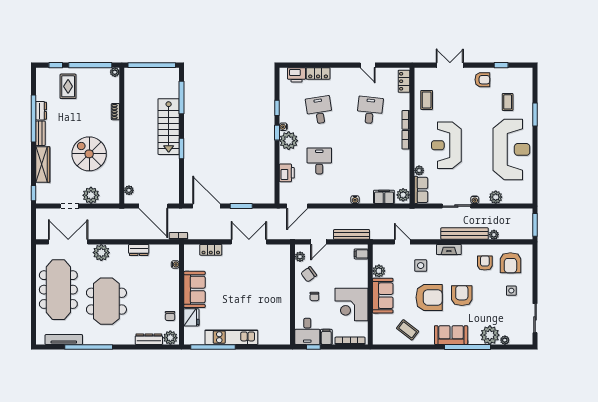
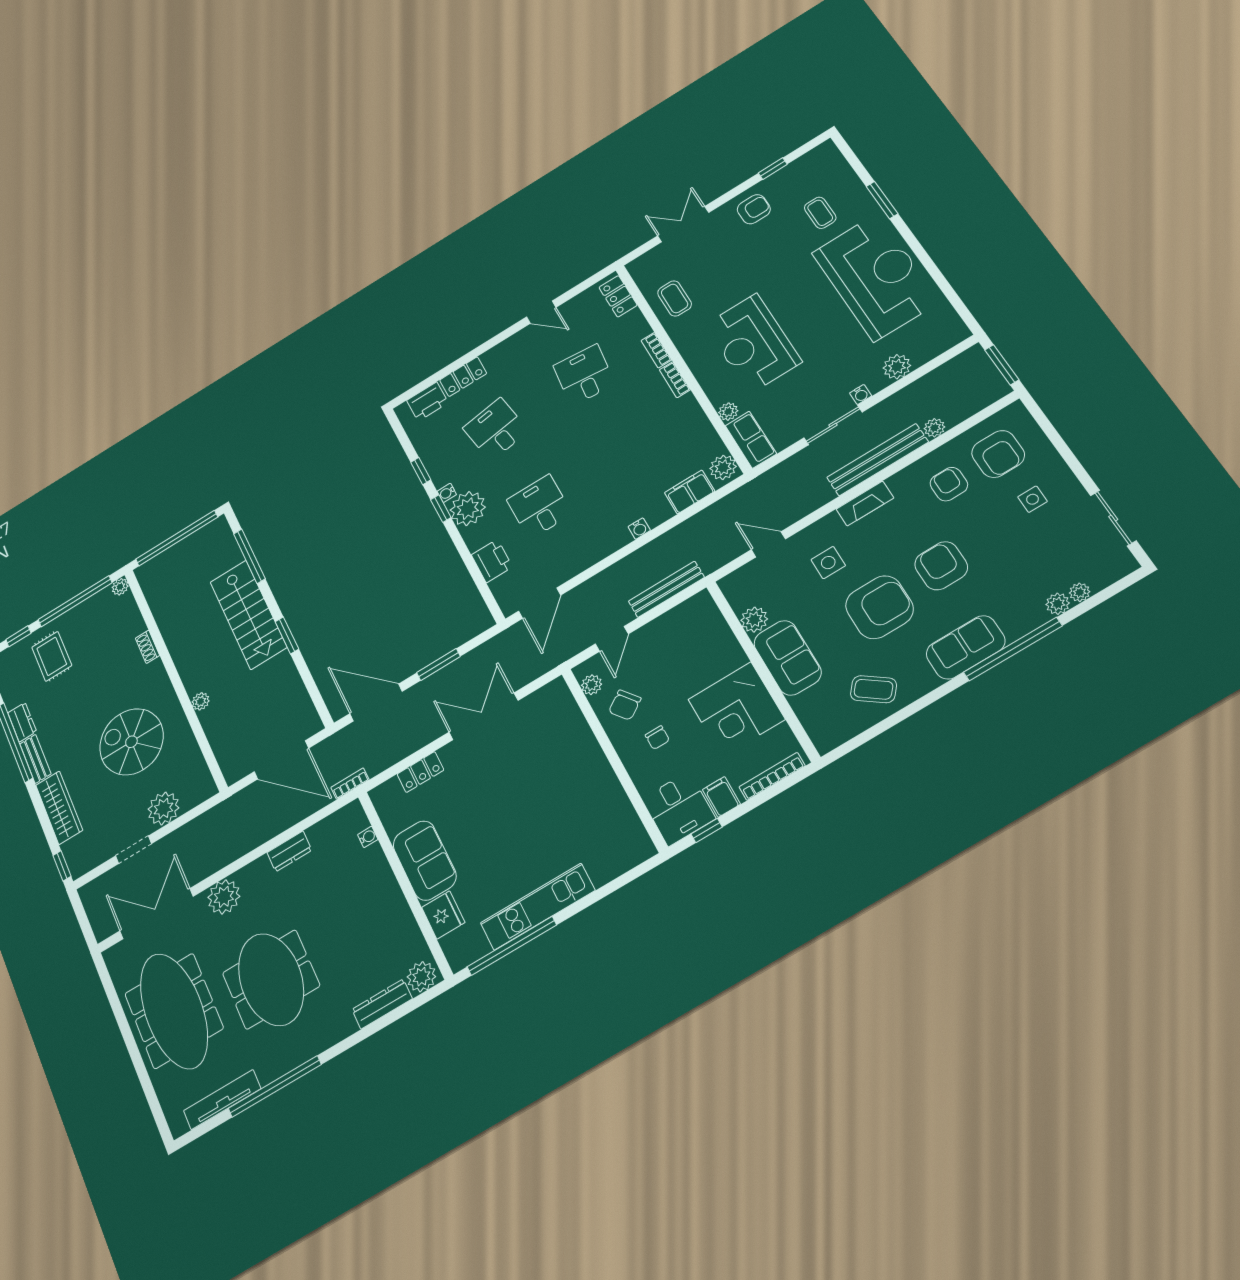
plant: (129, 190) -> (201, 701), moved
filing cabinet: (361, 254) -> (703, 611), removed
chair: (170, 316) -> (402, 936), removed
plant: (490, 335) -> (1058, 604), width x0.53, depth x0.53

